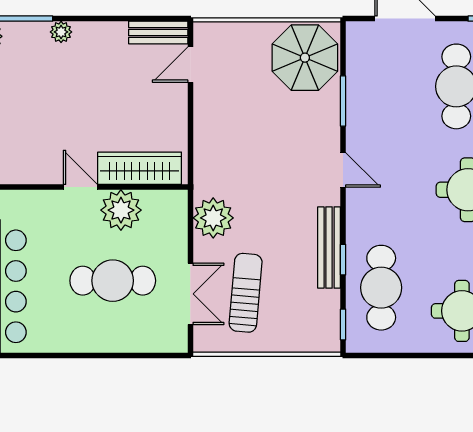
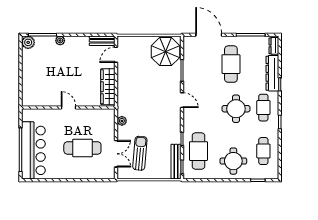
wardrobe: (140, 168) -> (108, 87), moved, turned -90
plant: (121, 210) -> (86, 117), removed
plant: (213, 218) -> (122, 121), width x0.53, depth x0.53
bench: (329, 247) -> (176, 162), moved

